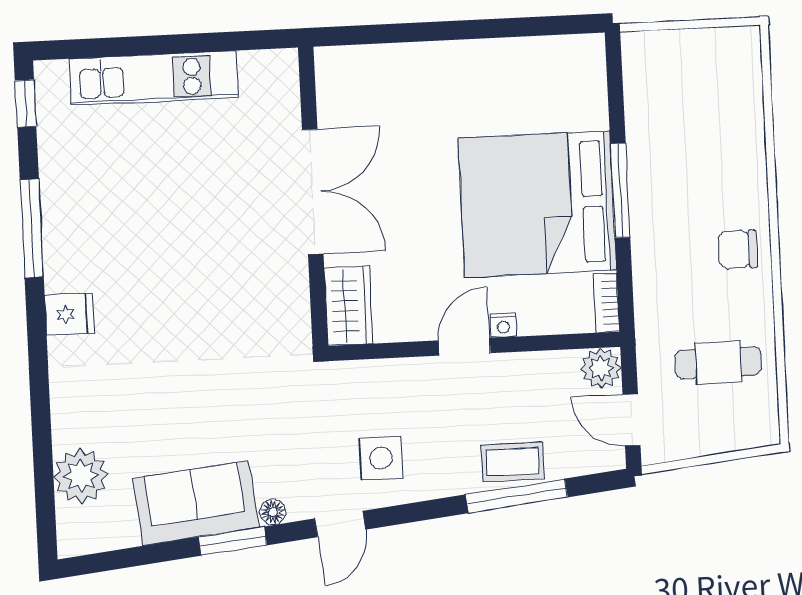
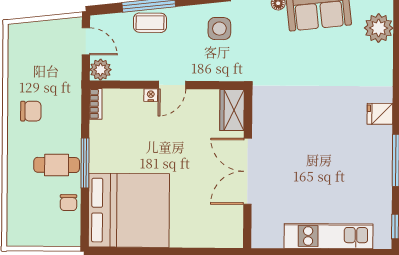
chair: (647, 114) -> (68, 203), added
bed: (537, 204) -> (129, 210), moved
chair: (738, 249) -> (31, 111), moved
cafe table: (718, 363) -> (57, 165), moved

